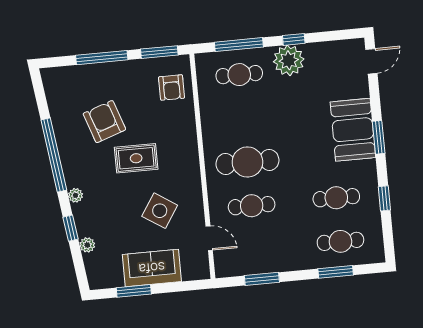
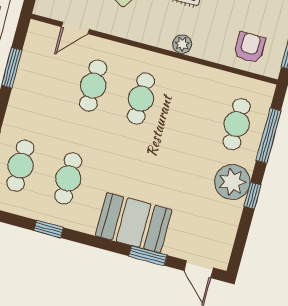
armchair: (172, 87) -> (250, 47), turned 90
window: (379, 137) -> (148, 256), moved
plant: (190, 145) -> (182, 44), added
cafe table: (247, 162) -> (141, 98), width x0.73, depth x0.74

